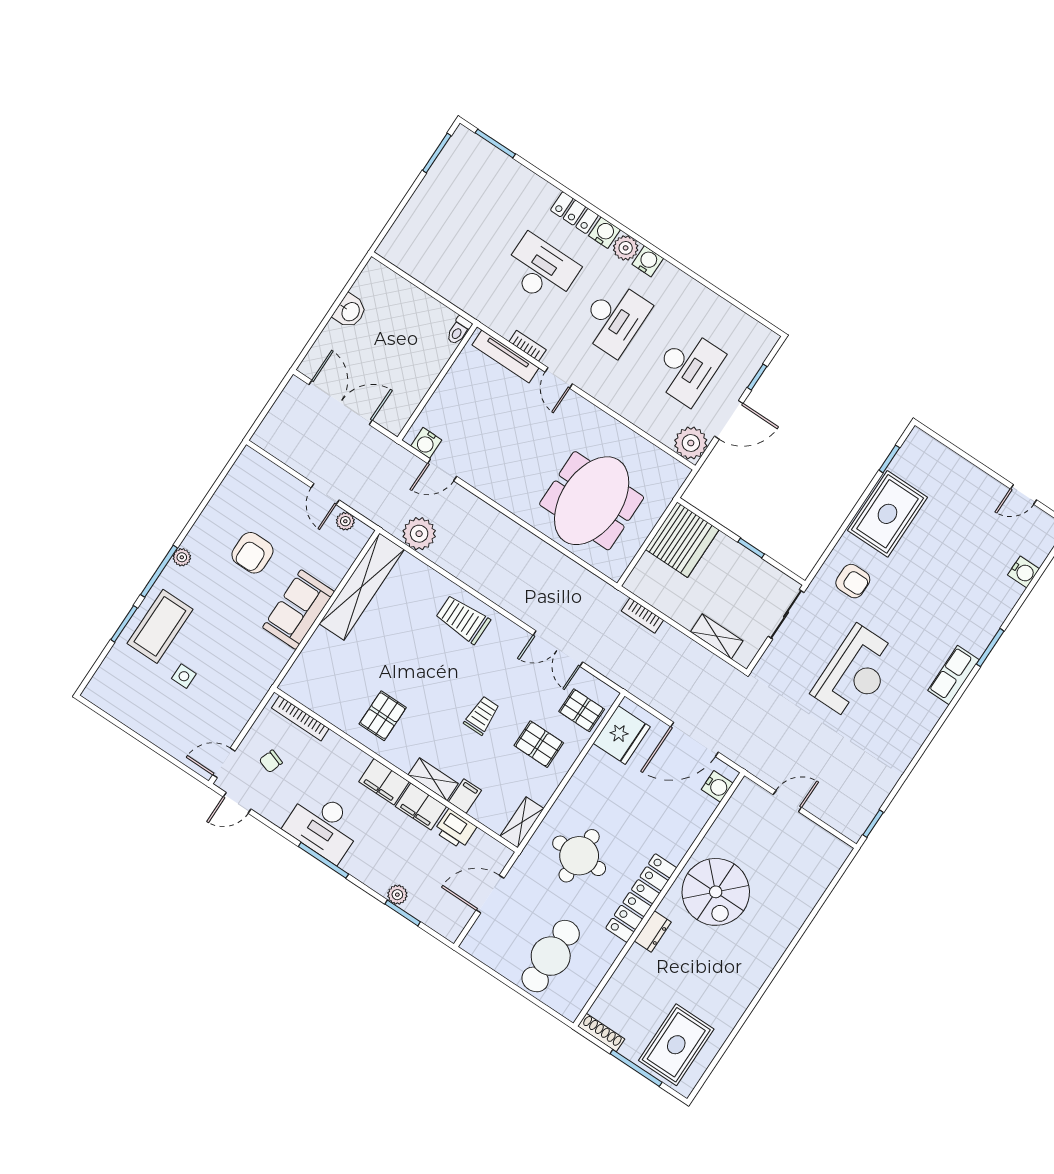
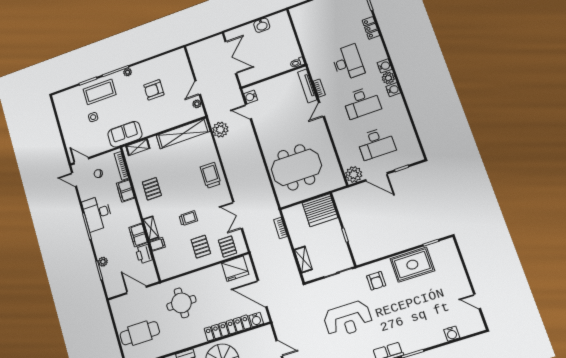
locker: (574, 213) -> (371, 28), moved
sofa: (298, 610) -> (125, 134), moved
pallet: (383, 716) -> (152, 189), turned 90
filing cabinet: (384, 782) -> (125, 191), moved
shelving: (522, 822) -> (138, 147), moved
locker: (641, 898) -> (227, 328), moved

